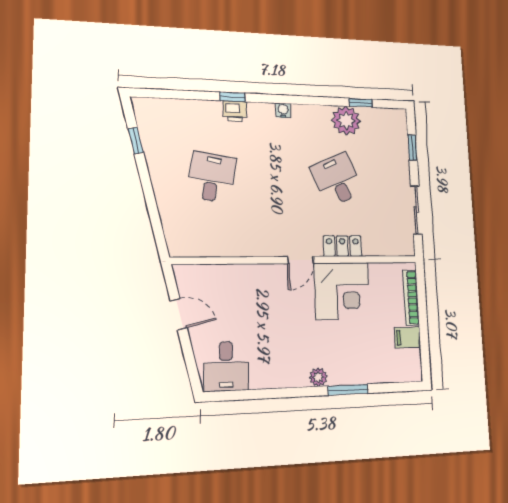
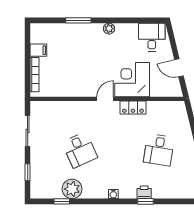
locker: (342, 246) -> (133, 107), moved
corner desk: (342, 291) -> (132, 80), moved
plant: (318, 377) -> (109, 29), moved

